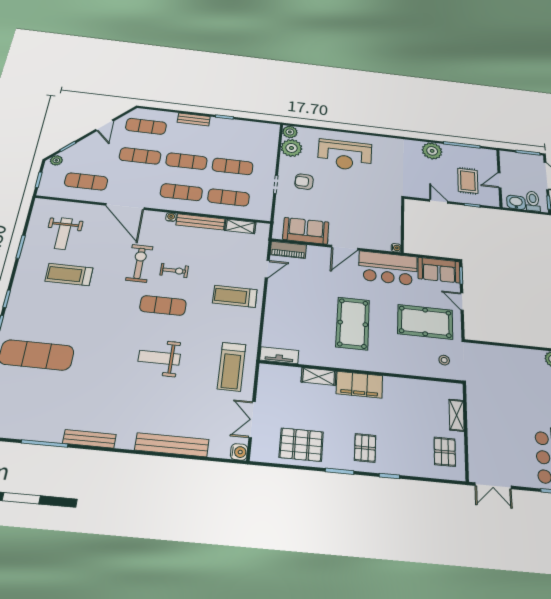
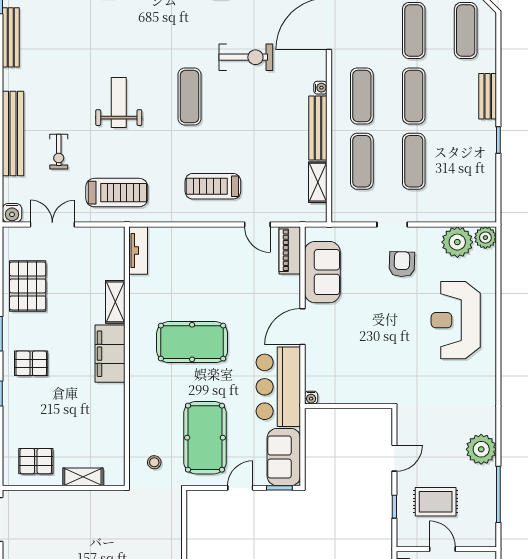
door: (345, 248) -> (302, 327), hinge flipped
exercise bike: (174, 271) -> (59, 152), moved
treadmill: (235, 296) -> (213, 186), turned -90
treadmill: (232, 367) -> (117, 193), turned 180

